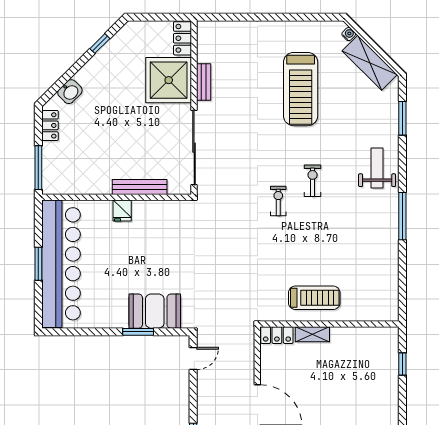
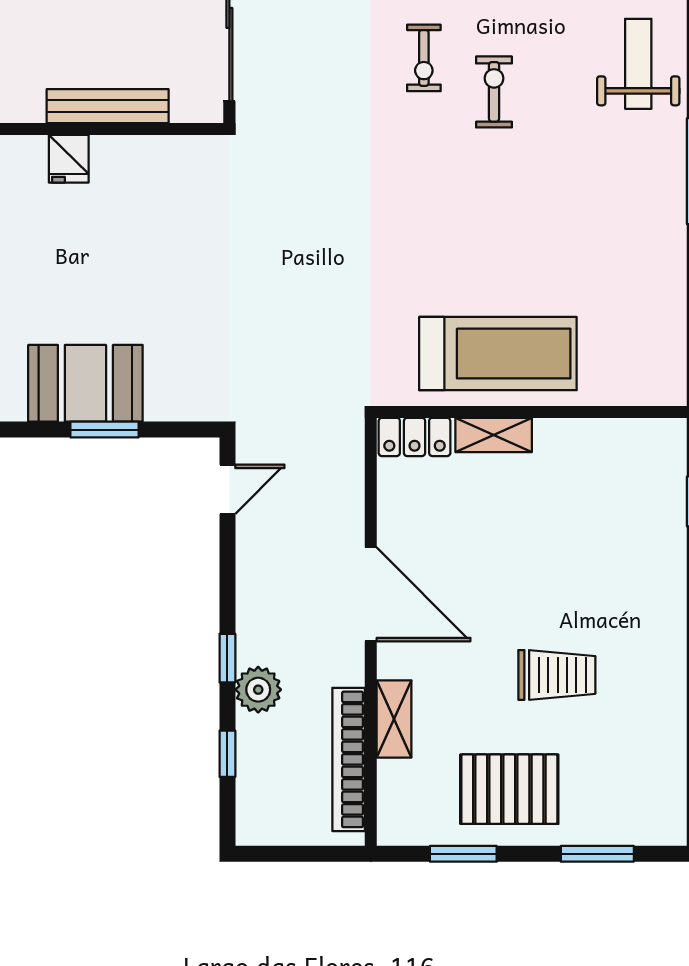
exercise bike: (278, 201) -> (424, 58), moved, turned 180
treadmill: (314, 298) -> (498, 354), width x1.37, depth x1.38
booth: (155, 311) -> (85, 383), moved

